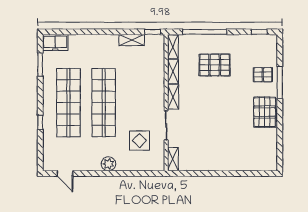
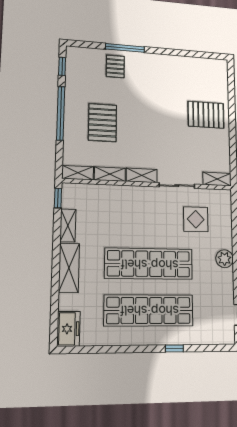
window: (205, 32) -> (61, 113), moved
shelving: (100, 42) -> (69, 268), added
window: (40, 64) -> (98, 350), removed
pallet: (265, 112) -> (206, 115), moved

